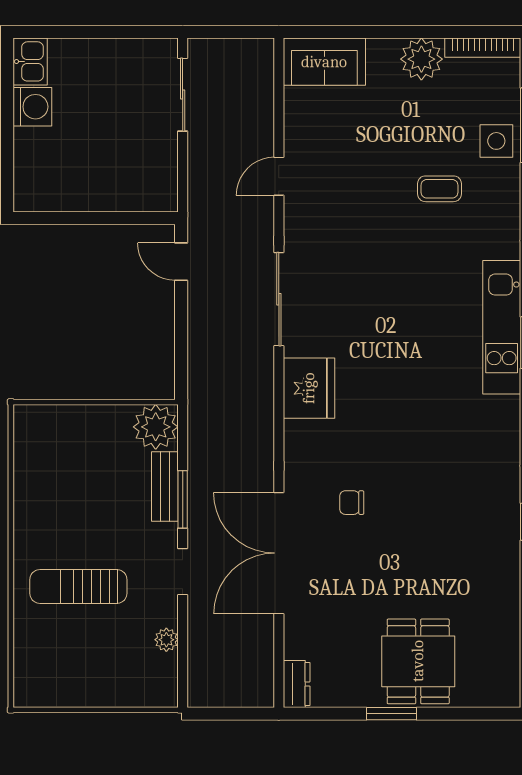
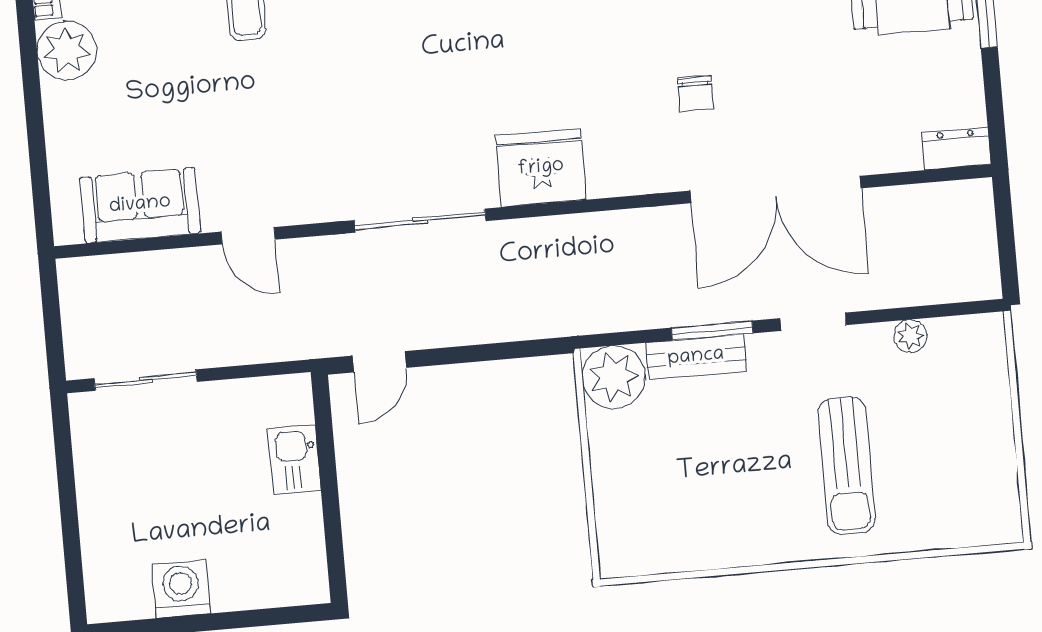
kitchen sink: (30, 61) -> (294, 459), moved, turned -90
sofa: (324, 62) -> (140, 205), moved, turned -90

